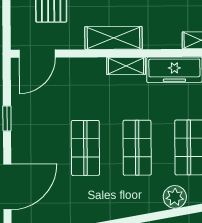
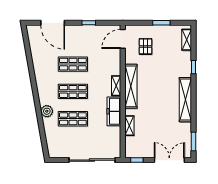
shelving: (114, 38) -> (131, 86), width x1.47
door: (37, 54) -> (123, 39), hinge flipped

